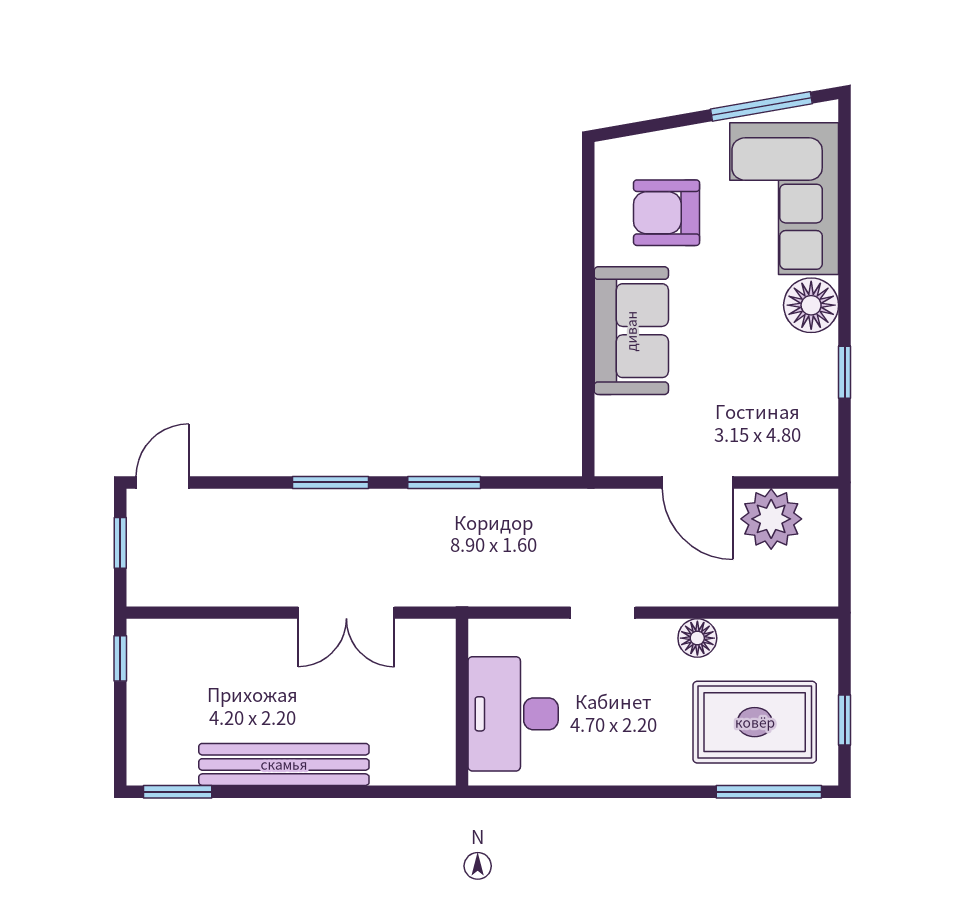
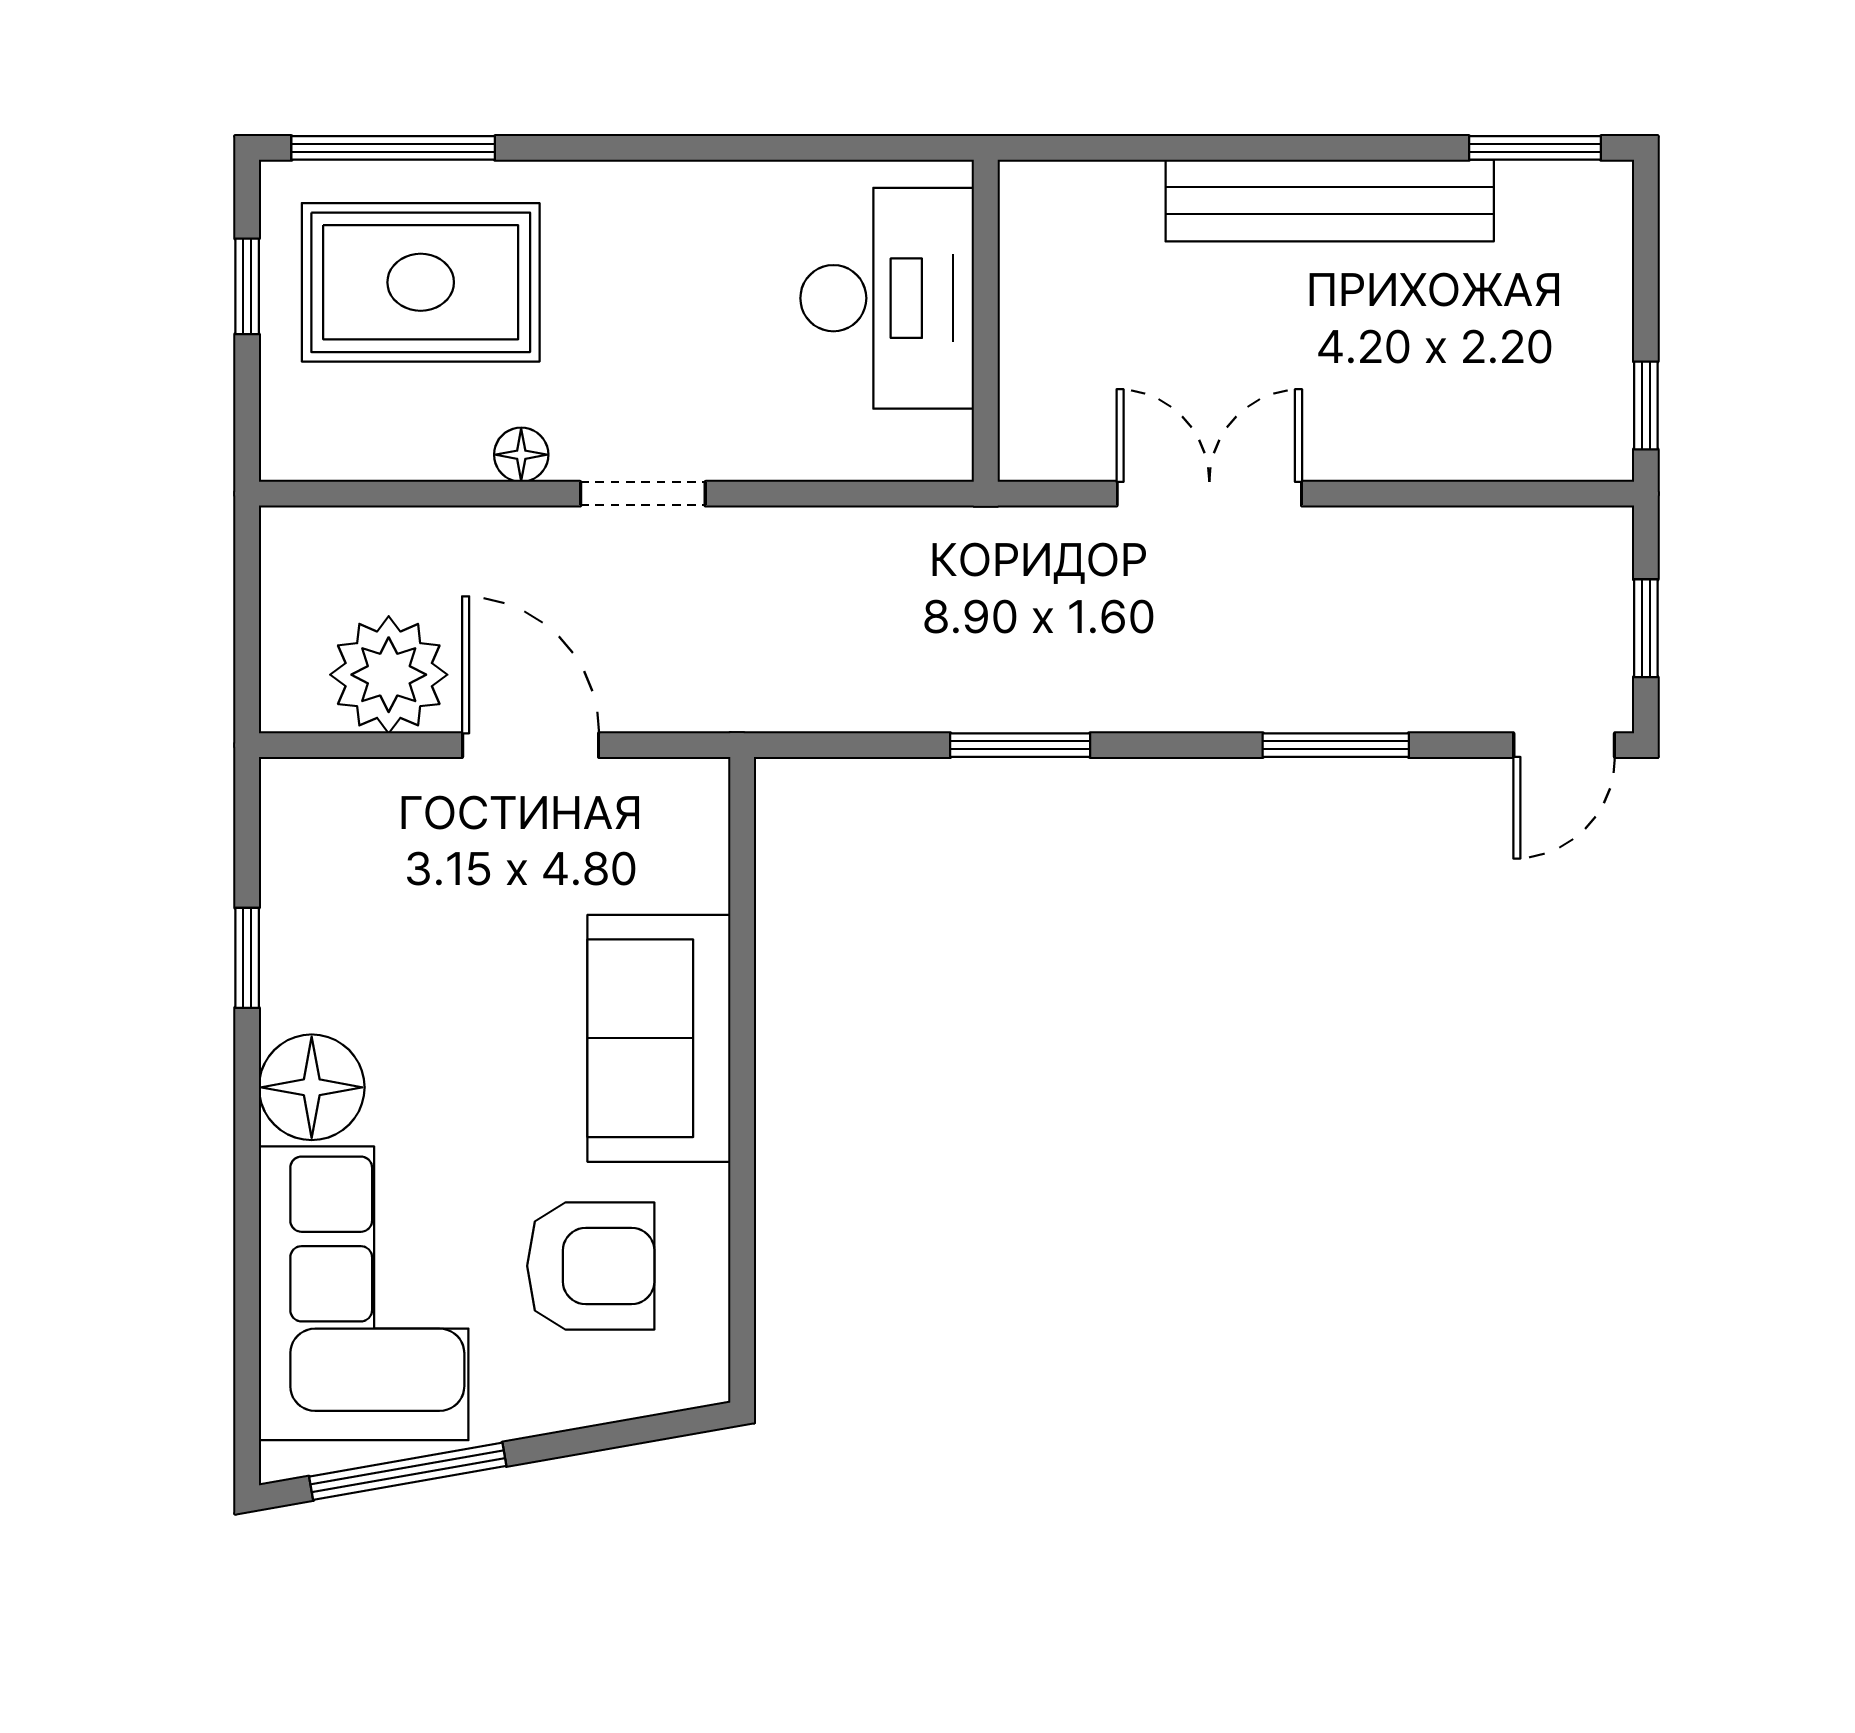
window: (330, 482) -> (1336, 745), moved
doorway: (603, 613) -> (643, 494), moved
floor lamp: (697, 638) -> (521, 455), width x0.73, depth x0.73

